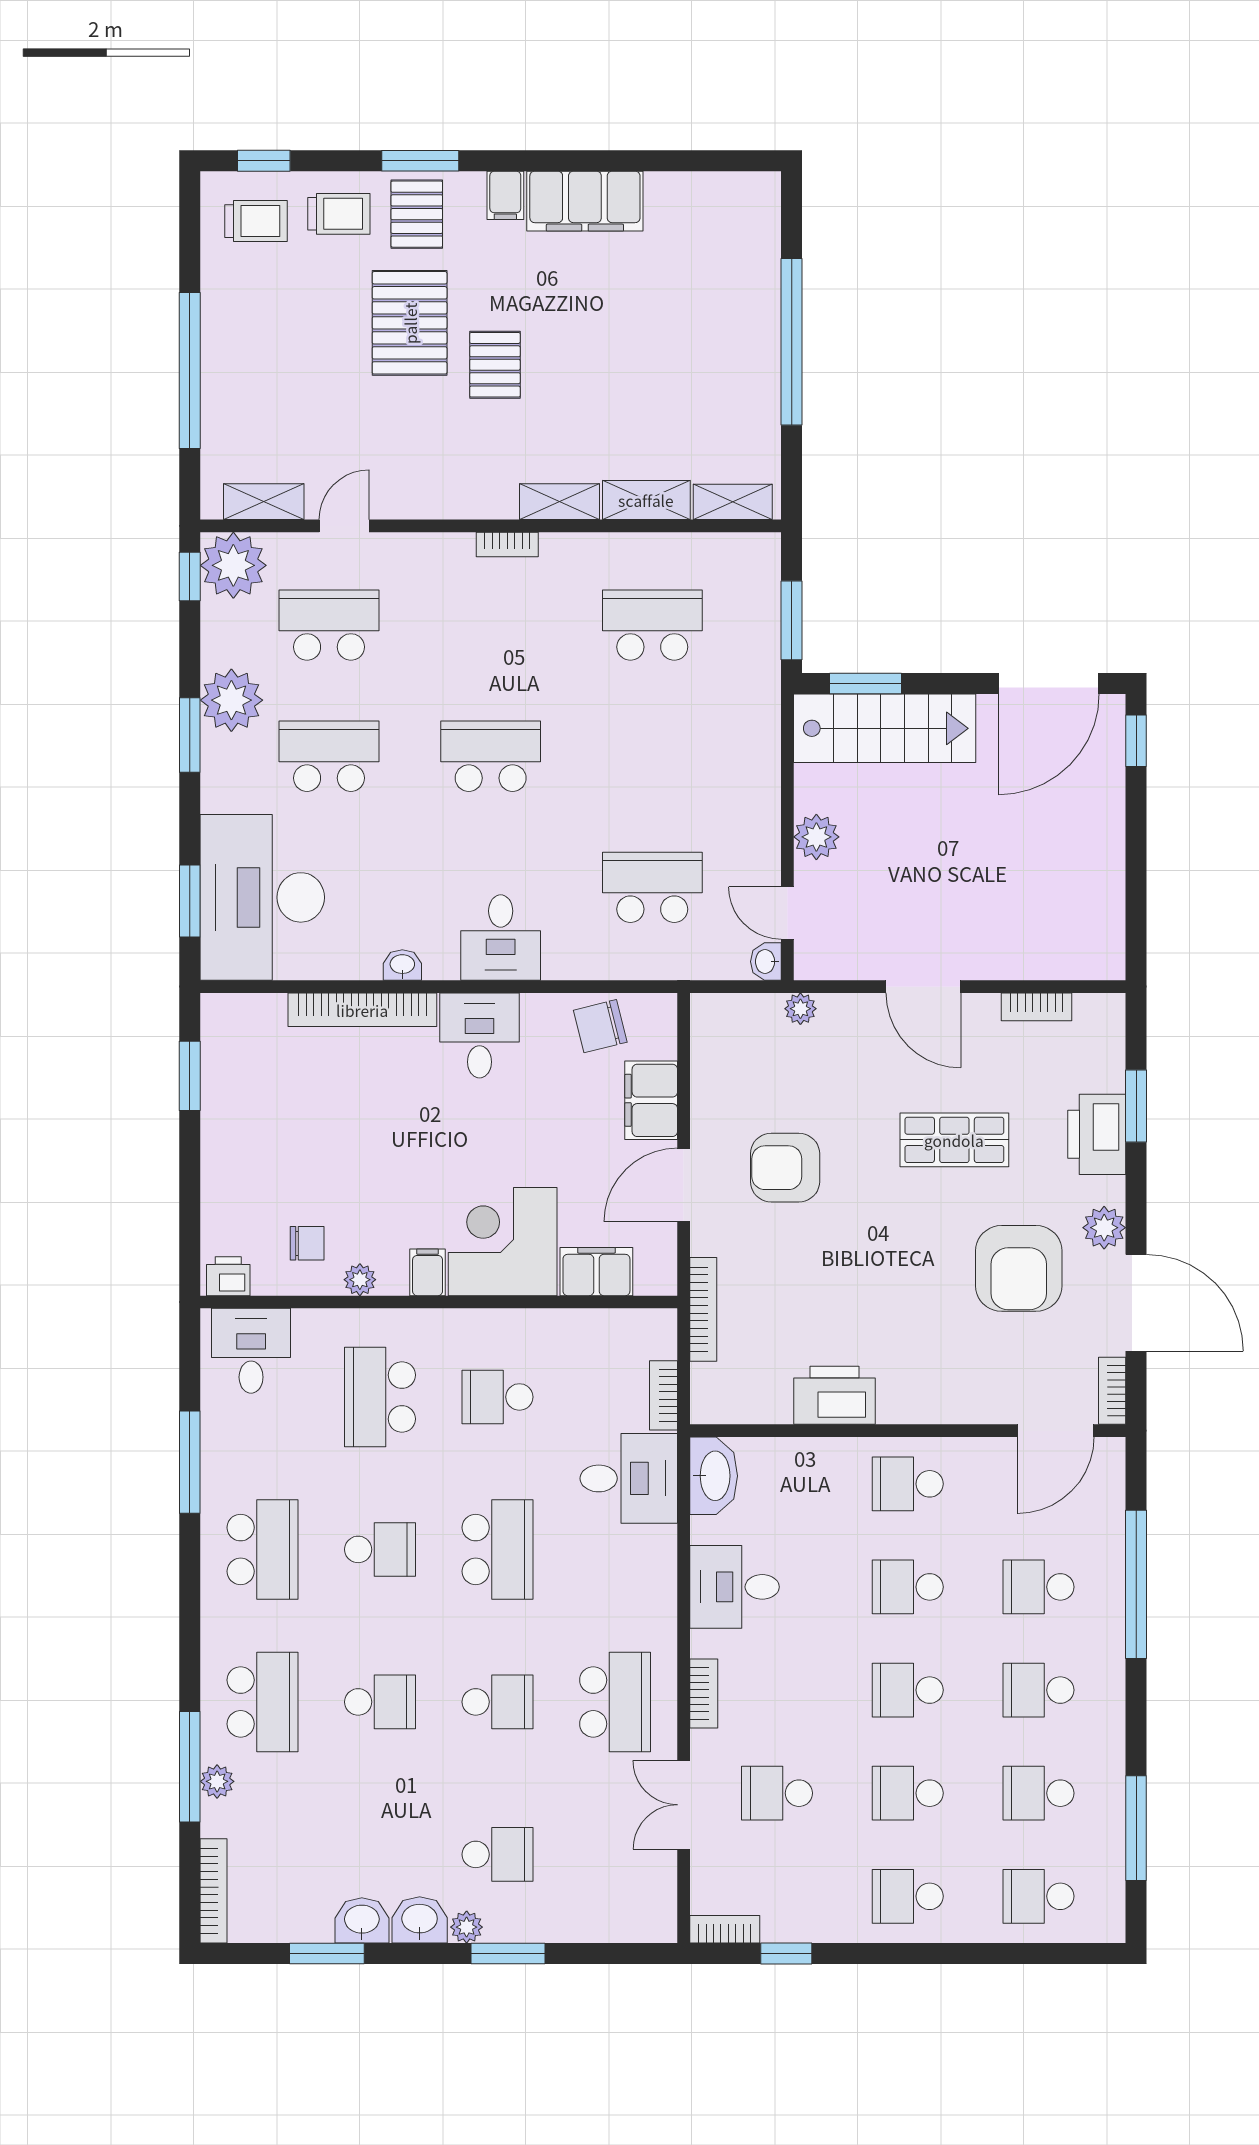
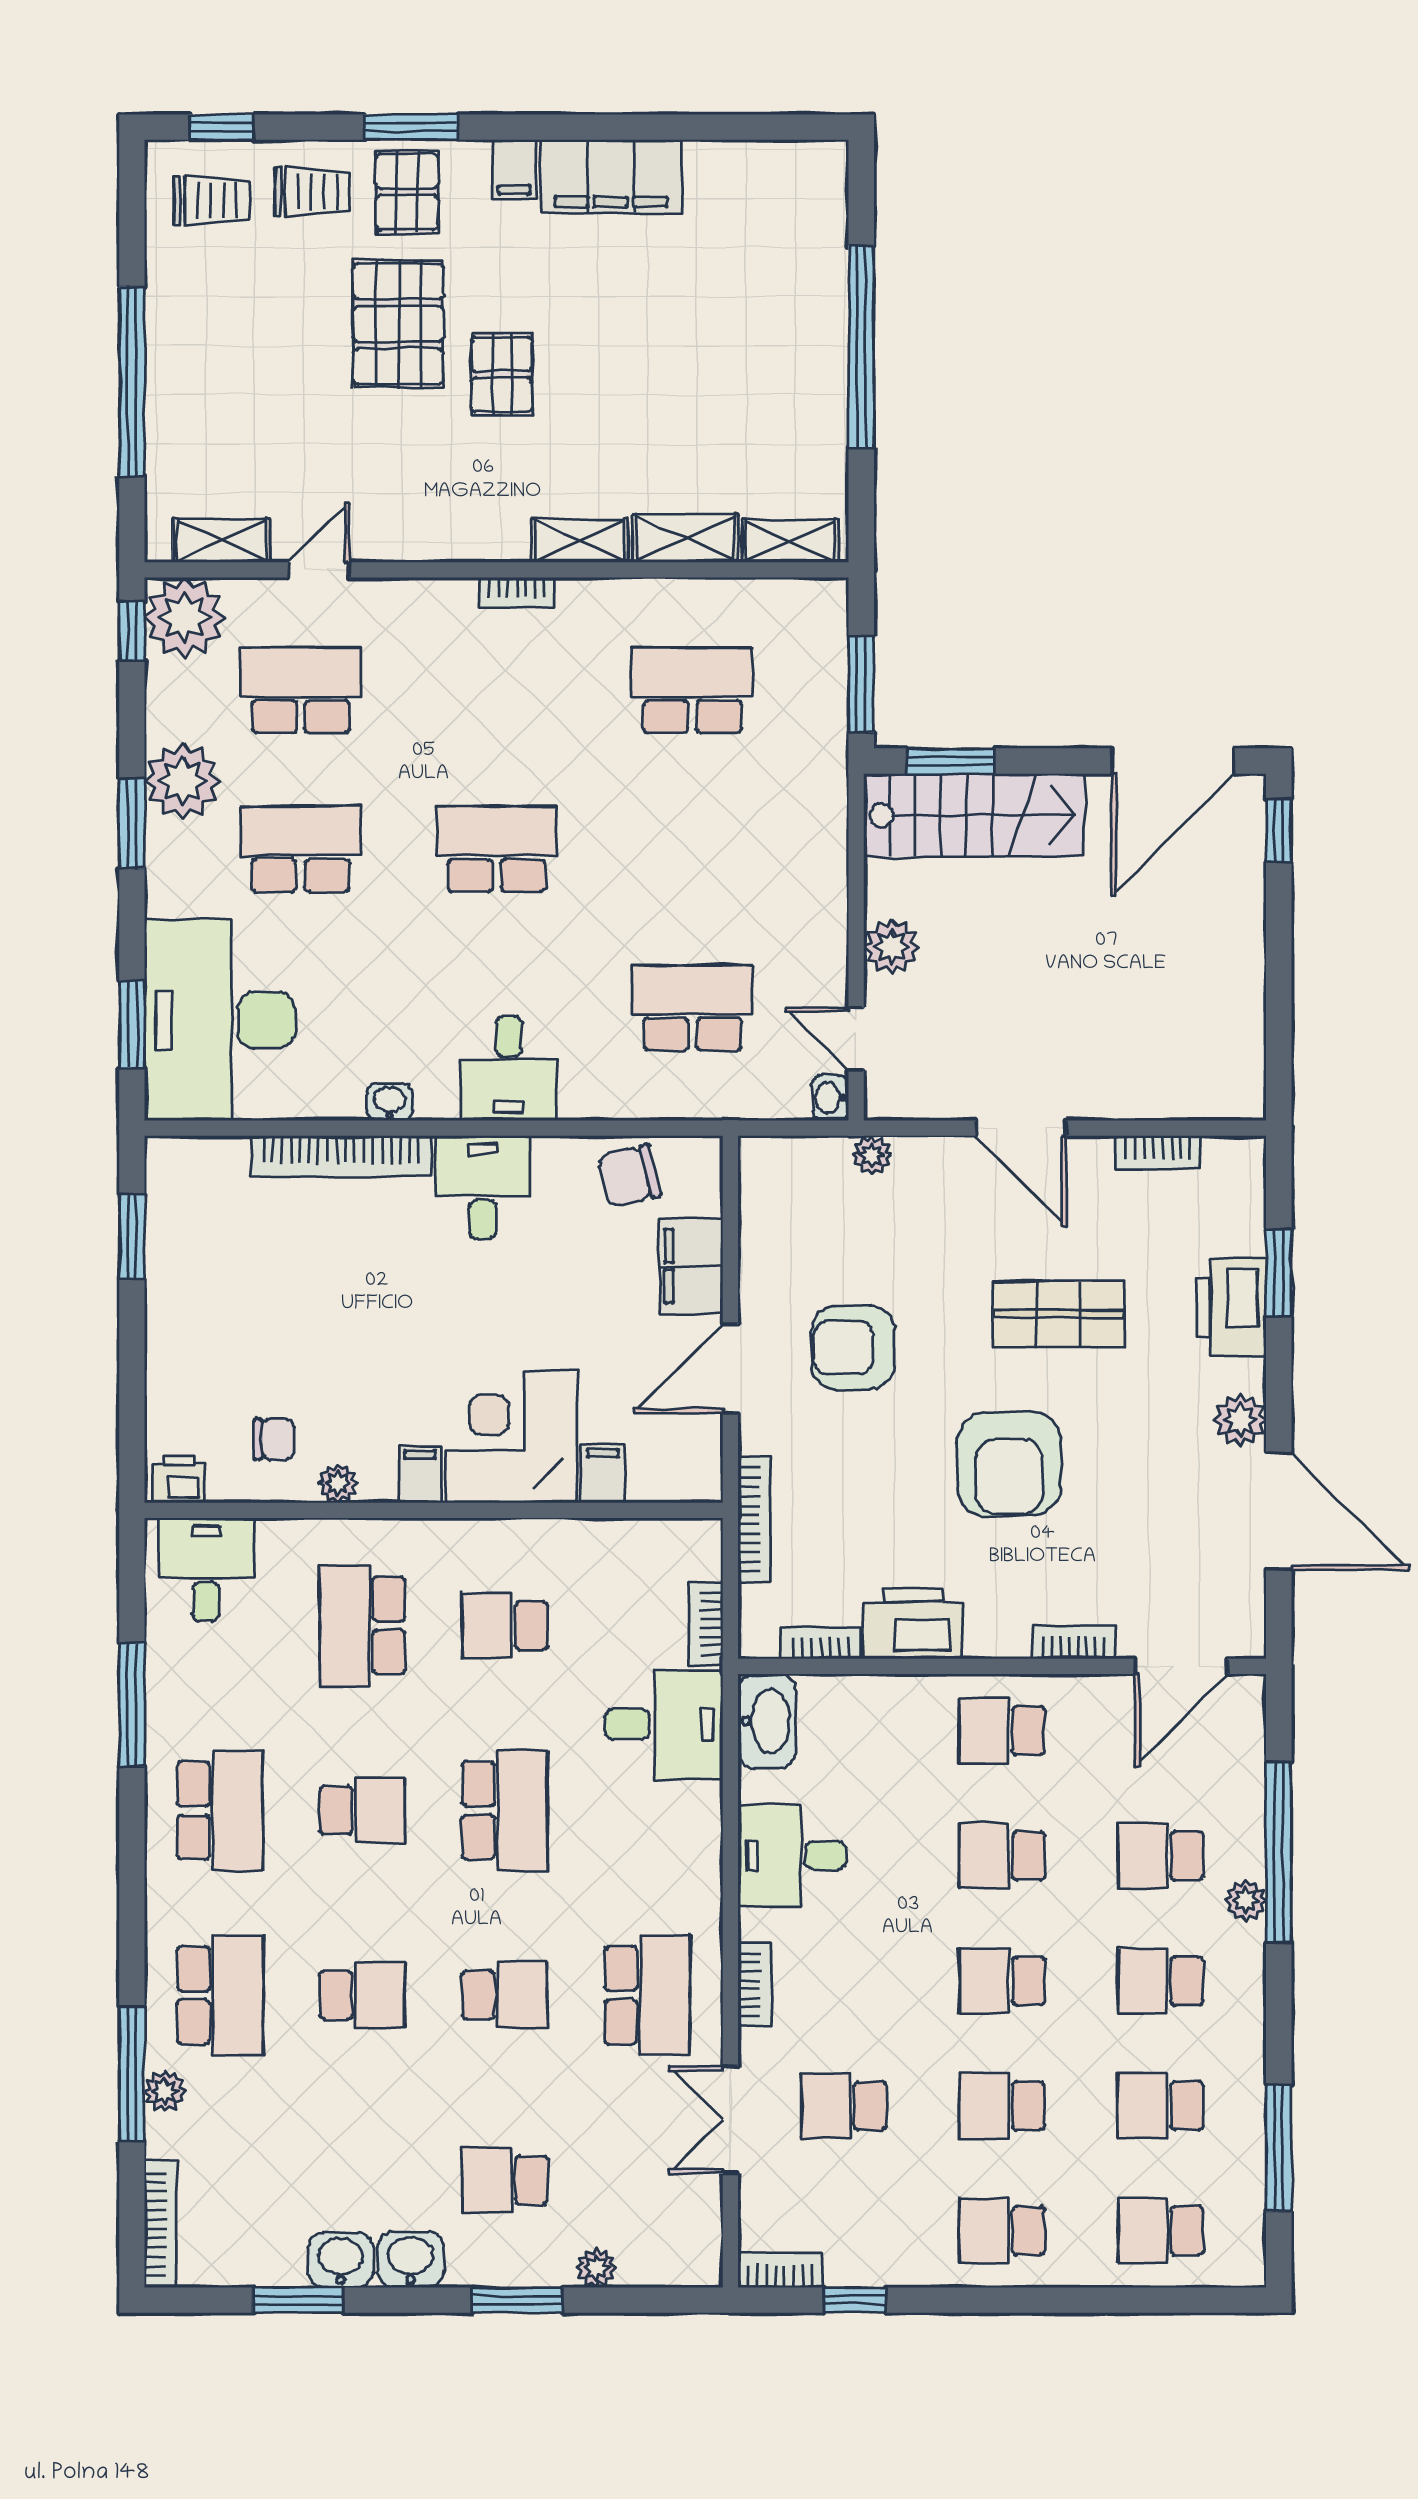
armchair: (1019, 1268) -> (1009, 1464), moved
filing cabinet: (596, 1272) -> (603, 1474), width x0.50
bookcase: (1112, 1391) -> (1074, 1642), moved, turned 90
bookcase: (758, 1412) -> (821, 1643), added
plant: (1109, 1624) -> (1246, 1901), added
school desk: (498, 1854) -> (505, 2180), turned 180
plant: (467, 1927) -> (596, 2268), moved

